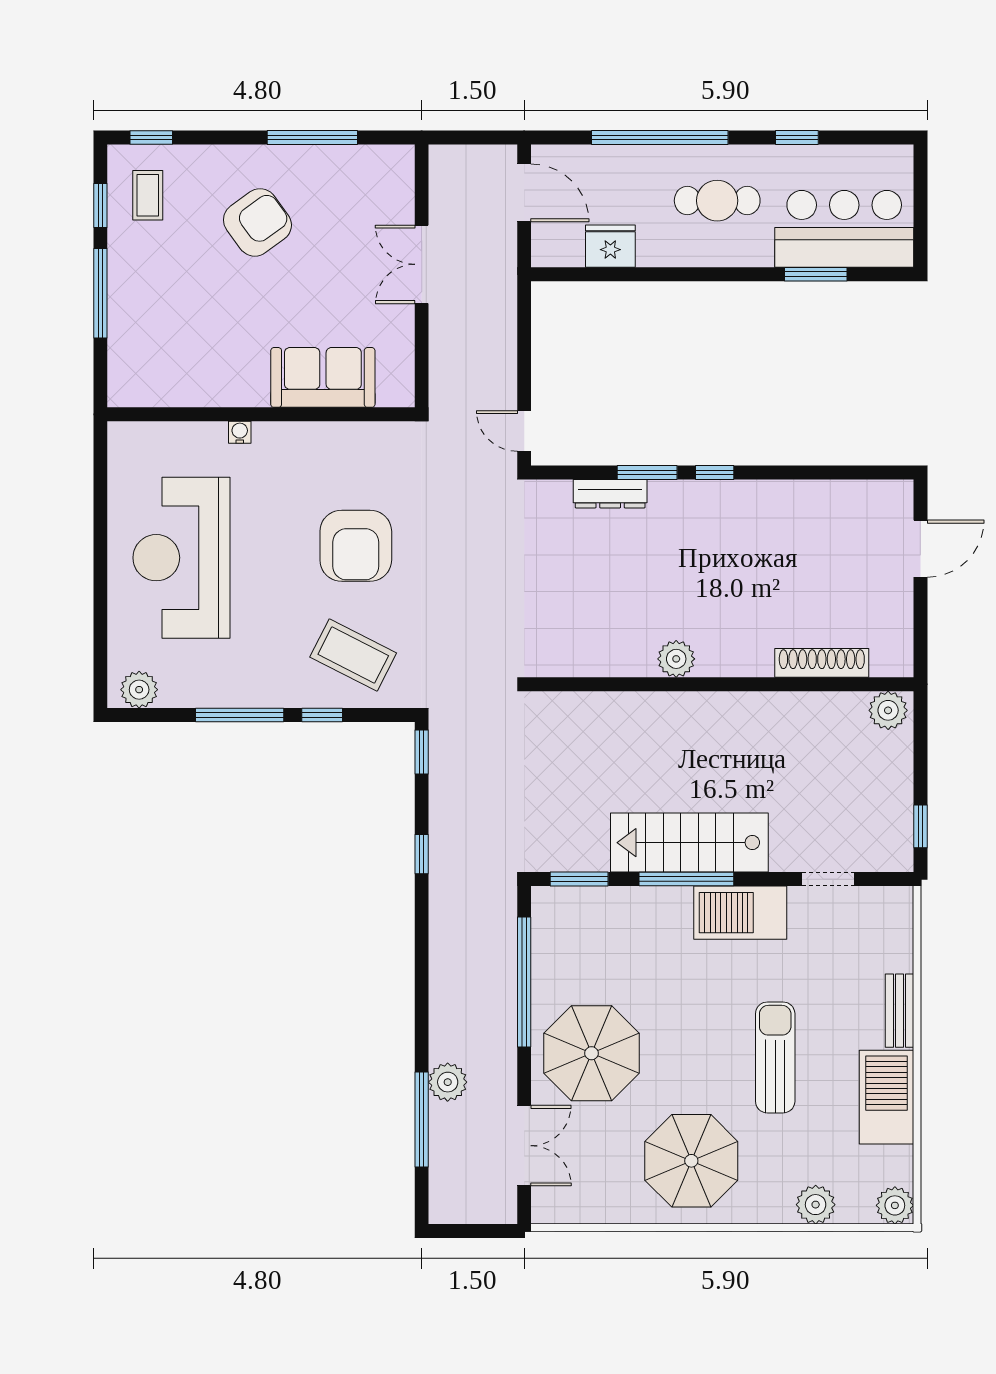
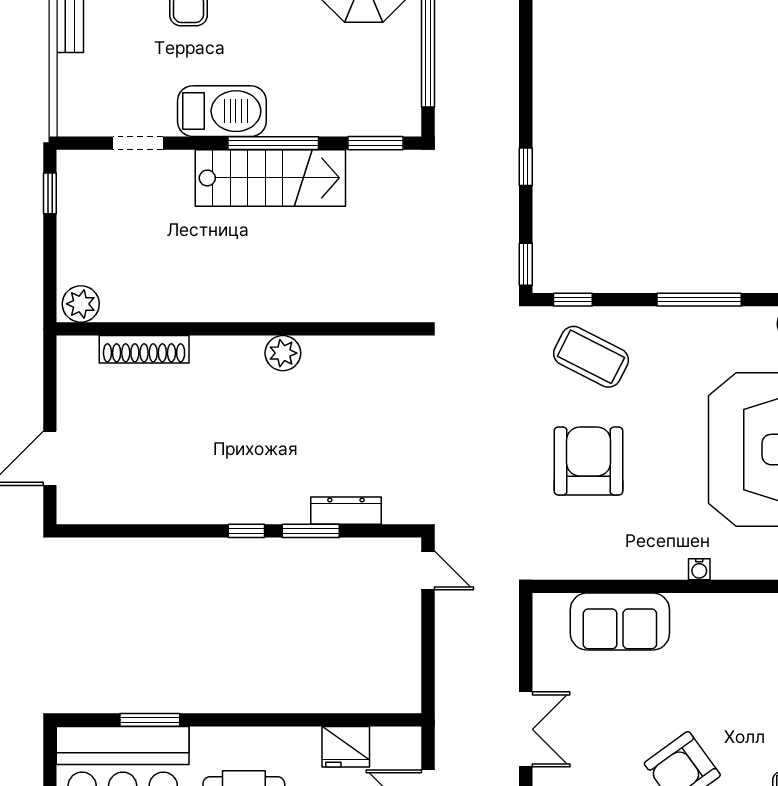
window: (322, 715) -> (573, 300), moved

